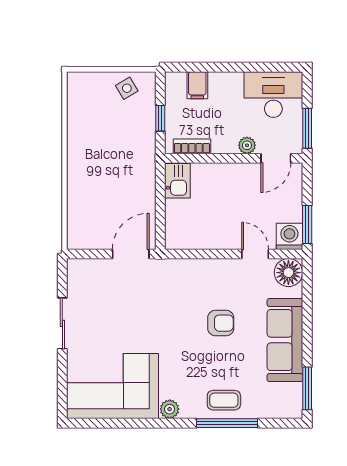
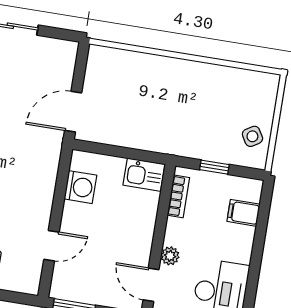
washing machine: (289, 236) -> (80, 187), moved
door: (131, 254) -> (73, 112), swing flipped
floor lamp: (288, 273) -> (26, 278), removed

